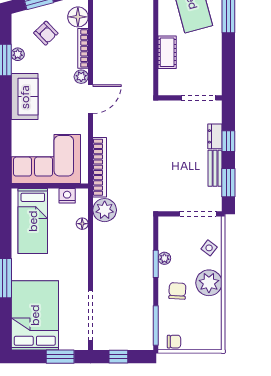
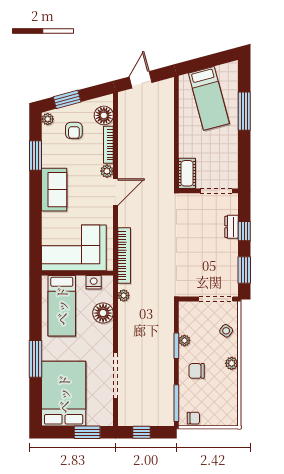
armchair: (46, 33) -> (74, 130), turned 44
cot: (167, 52) -> (187, 173), moved
plant: (18, 54) -> (48, 119), moved
bench: (215, 168) -> (232, 256), removed
plant: (105, 210) -> (124, 296), width x0.53, depth x0.53
floor lamp: (82, 224) -> (103, 313), width x1.89, depth x1.89
plant: (209, 283) -> (232, 363), width x0.53, depth x0.53
chair: (177, 291) -> (197, 371), turned -93
doorway: (90, 316) -> (116, 375), moved

